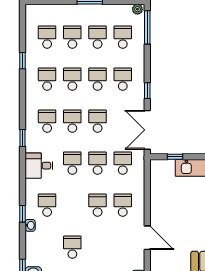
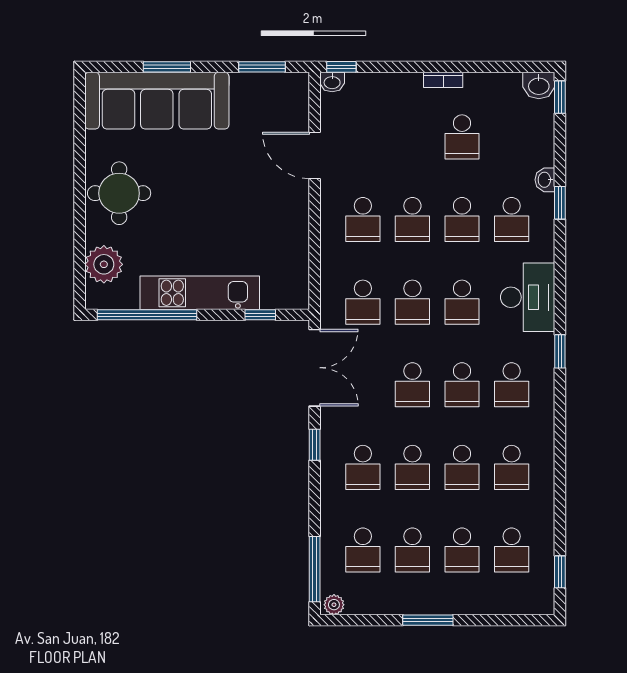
window: (23, 61) -> (560, 572), moved
desk: (39, 166) -> (528, 297), width x1.37
school desk: (72, 205) -> (462, 220), added

